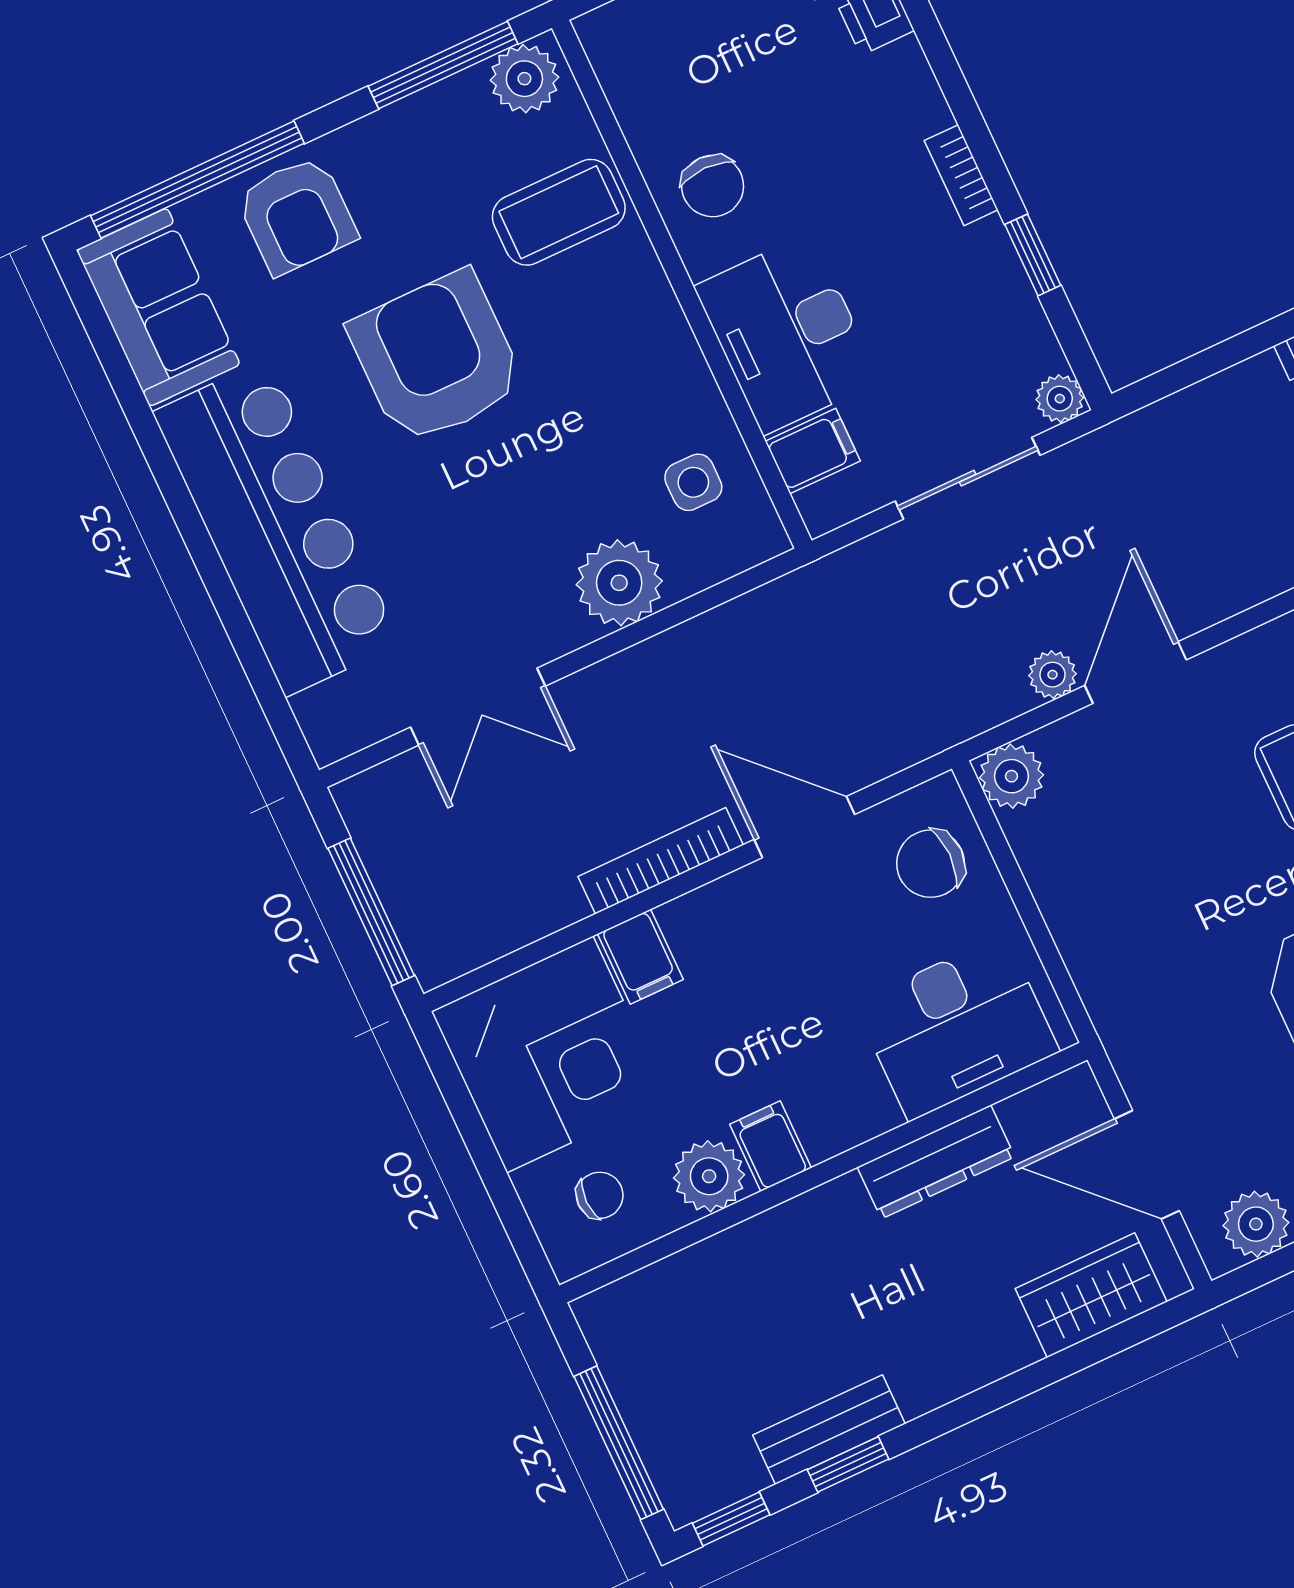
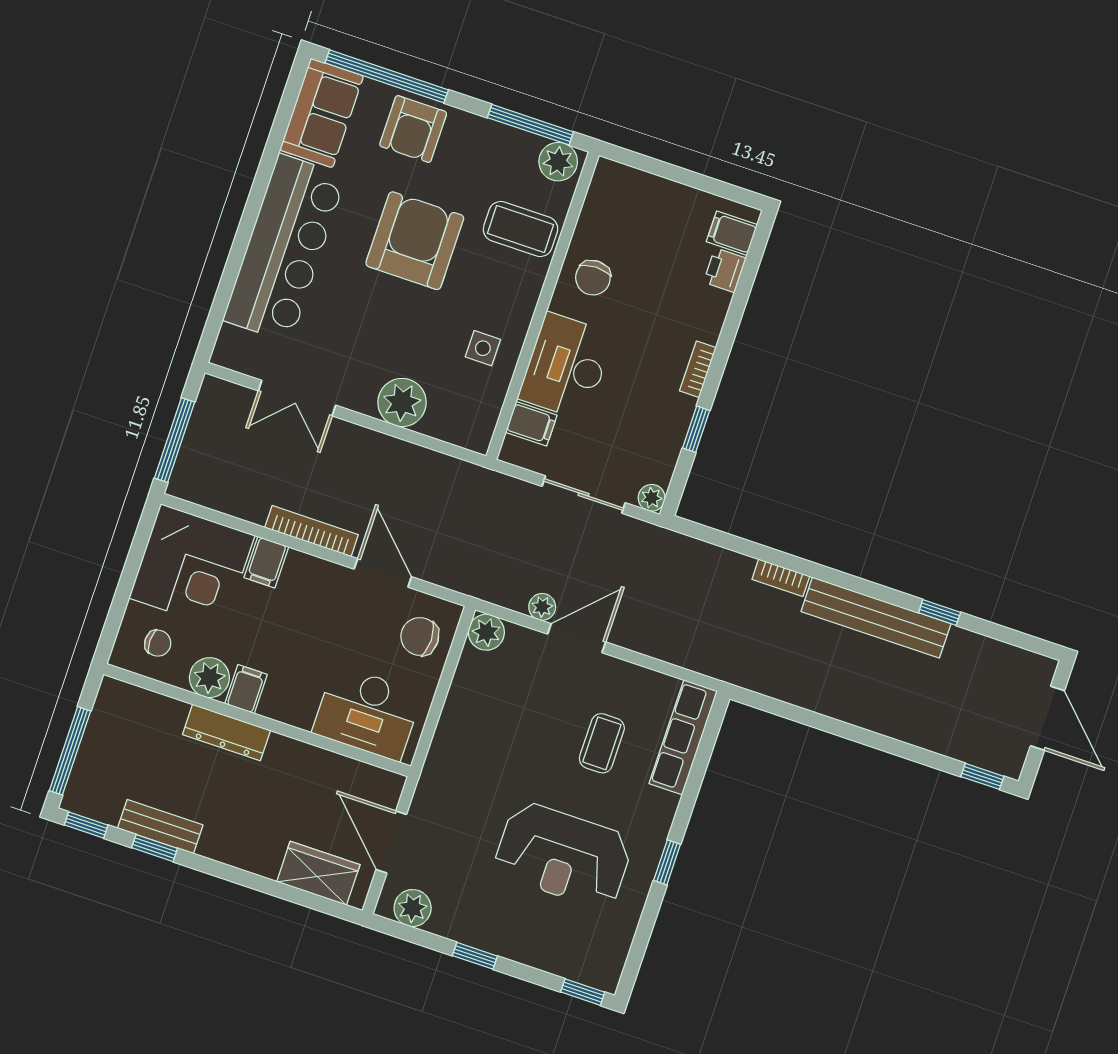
side table: (693, 482) -> (483, 348), moved
dresser: (936, 1162) -> (227, 732), moved

